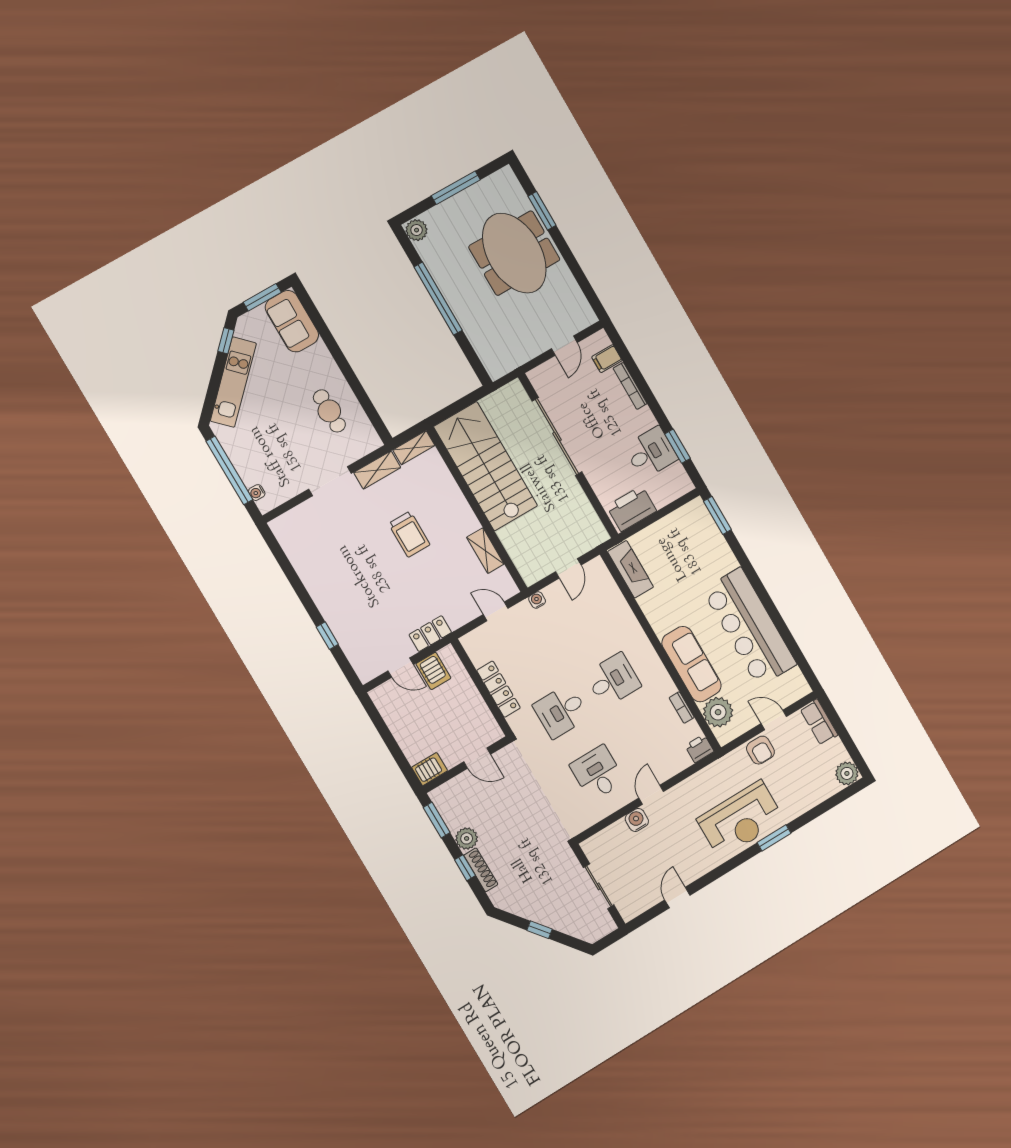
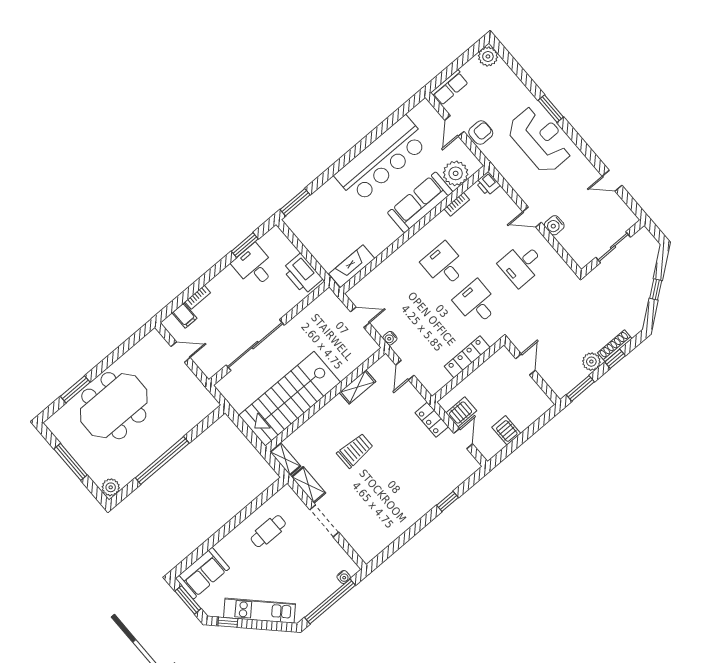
bookcase: (630, 386) -> (198, 297), width x0.64
desk: (561, 711) -> (476, 303), turned 180
server rack: (430, 769) -> (506, 430), moved

